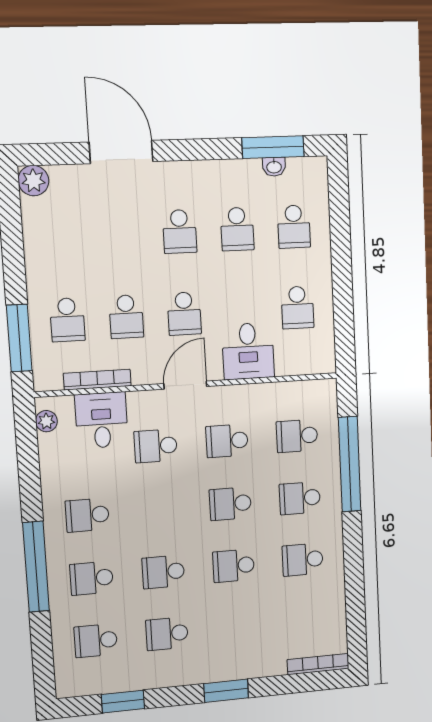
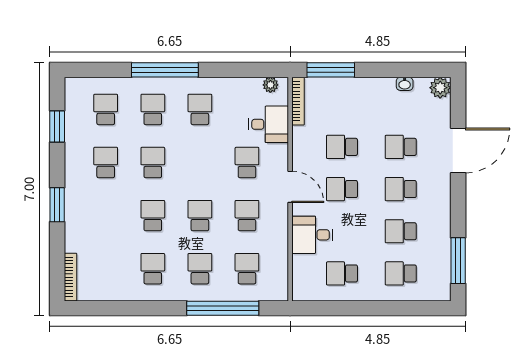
washbasin: (274, 167) -> (405, 84), moved, turned -90
school desk: (67, 320) -> (401, 147), moved
bookcase: (97, 380) -> (298, 101), moved

